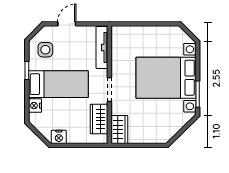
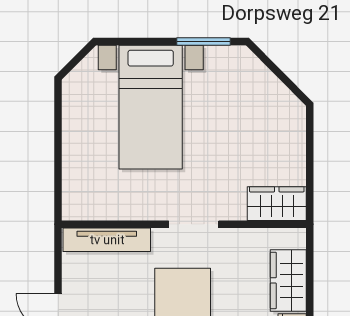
bed with nightstands: (166, 78) -> (151, 107), width x0.73
wardrobe: (99, 119) -> (288, 280), moved, turned 90

